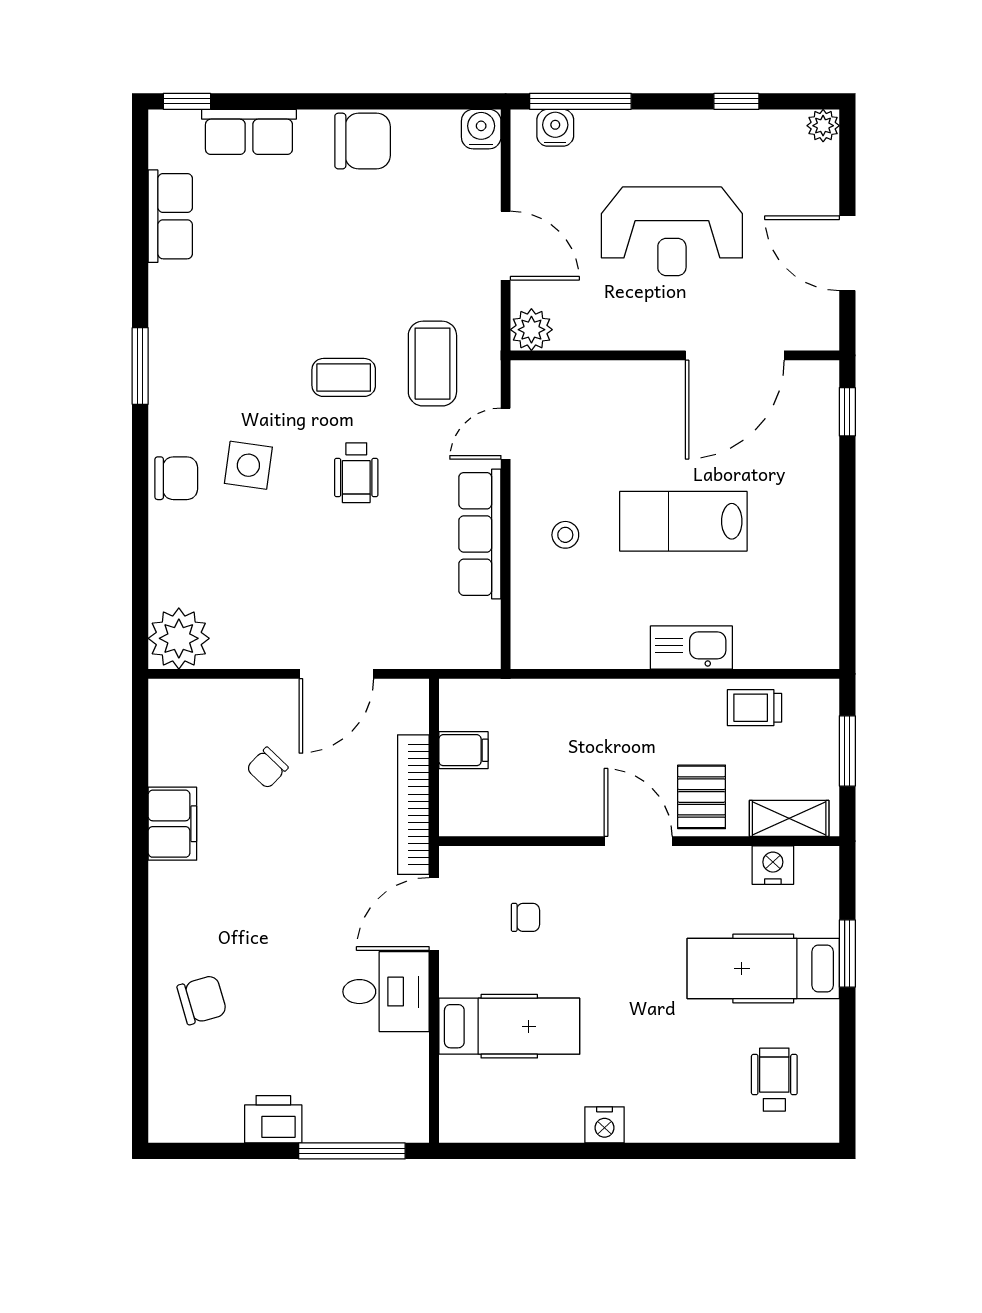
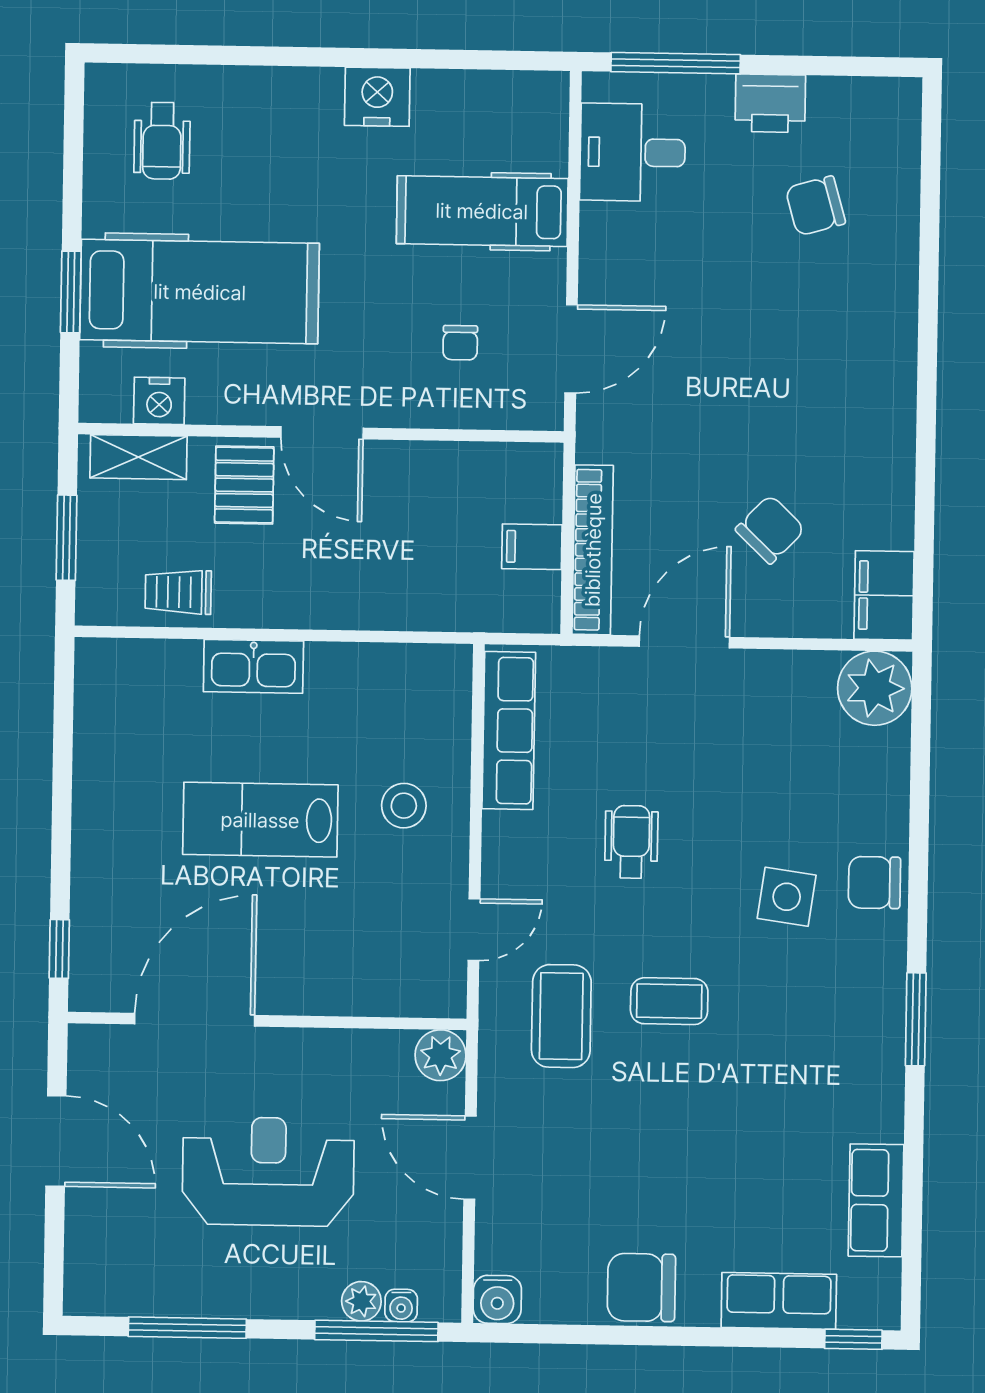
window: (736, 101) -> (187, 1328), width x2.17
plant: (823, 126) -> (361, 1301), moved
water cooler: (555, 128) -> (401, 1306), width x0.72, depth x0.72
wheelchair: (356, 473) -> (631, 842), moved
lab bench: (683, 521) -> (260, 820), turned 180
row of seats: (480, 534) -> (509, 730), moved
stool: (565, 535) -> (404, 806), width x1.37, depth x1.37
trolley: (754, 708) -> (178, 592), turned 180
chair: (267, 768) -> (770, 529), width x1.37, depth x1.37
bookcase: (413, 805) -> (593, 550), moved
filing cabinet: (172, 824) -> (884, 595), moved
chair: (525, 917) -> (460, 343), turned -90
hospital bed: (763, 969) -> (200, 292), width x1.37, depth x1.29
desk: (386, 992) -> (633, 152), moved
chair: (202, 1000) -> (815, 206), moved
nightstand: (605, 1125) -> (377, 97), width x1.36, depth x1.33

